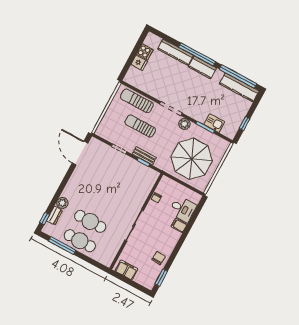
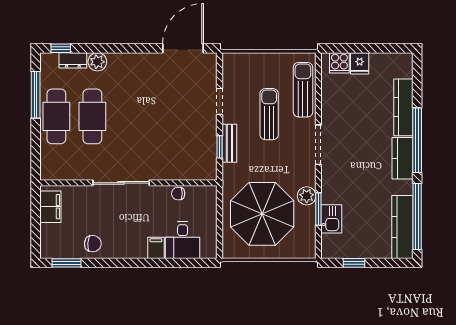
cooker: (145, 52) -> (339, 63), moved
plant: (184, 124) -> (307, 196), moved

